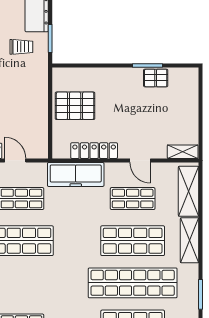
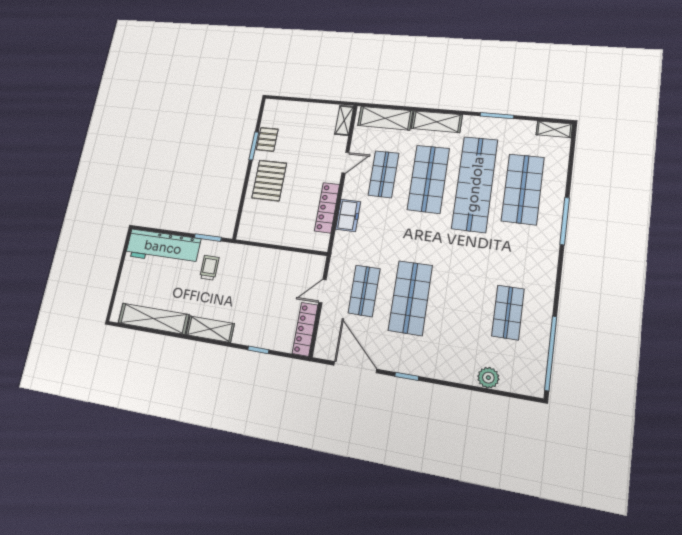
pallet: (75, 106) -> (269, 181), moved
freezer: (76, 174) -> (348, 215), width x0.52, depth x0.79

